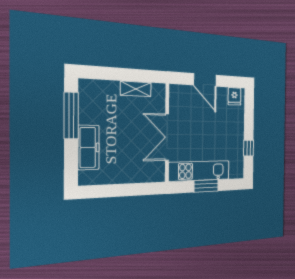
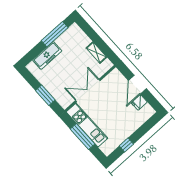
fridge: (234, 96) -> (139, 102), moved
window: (206, 186) -> (83, 136), width x1.44
window: (131, 190) -> (45, 95), added

